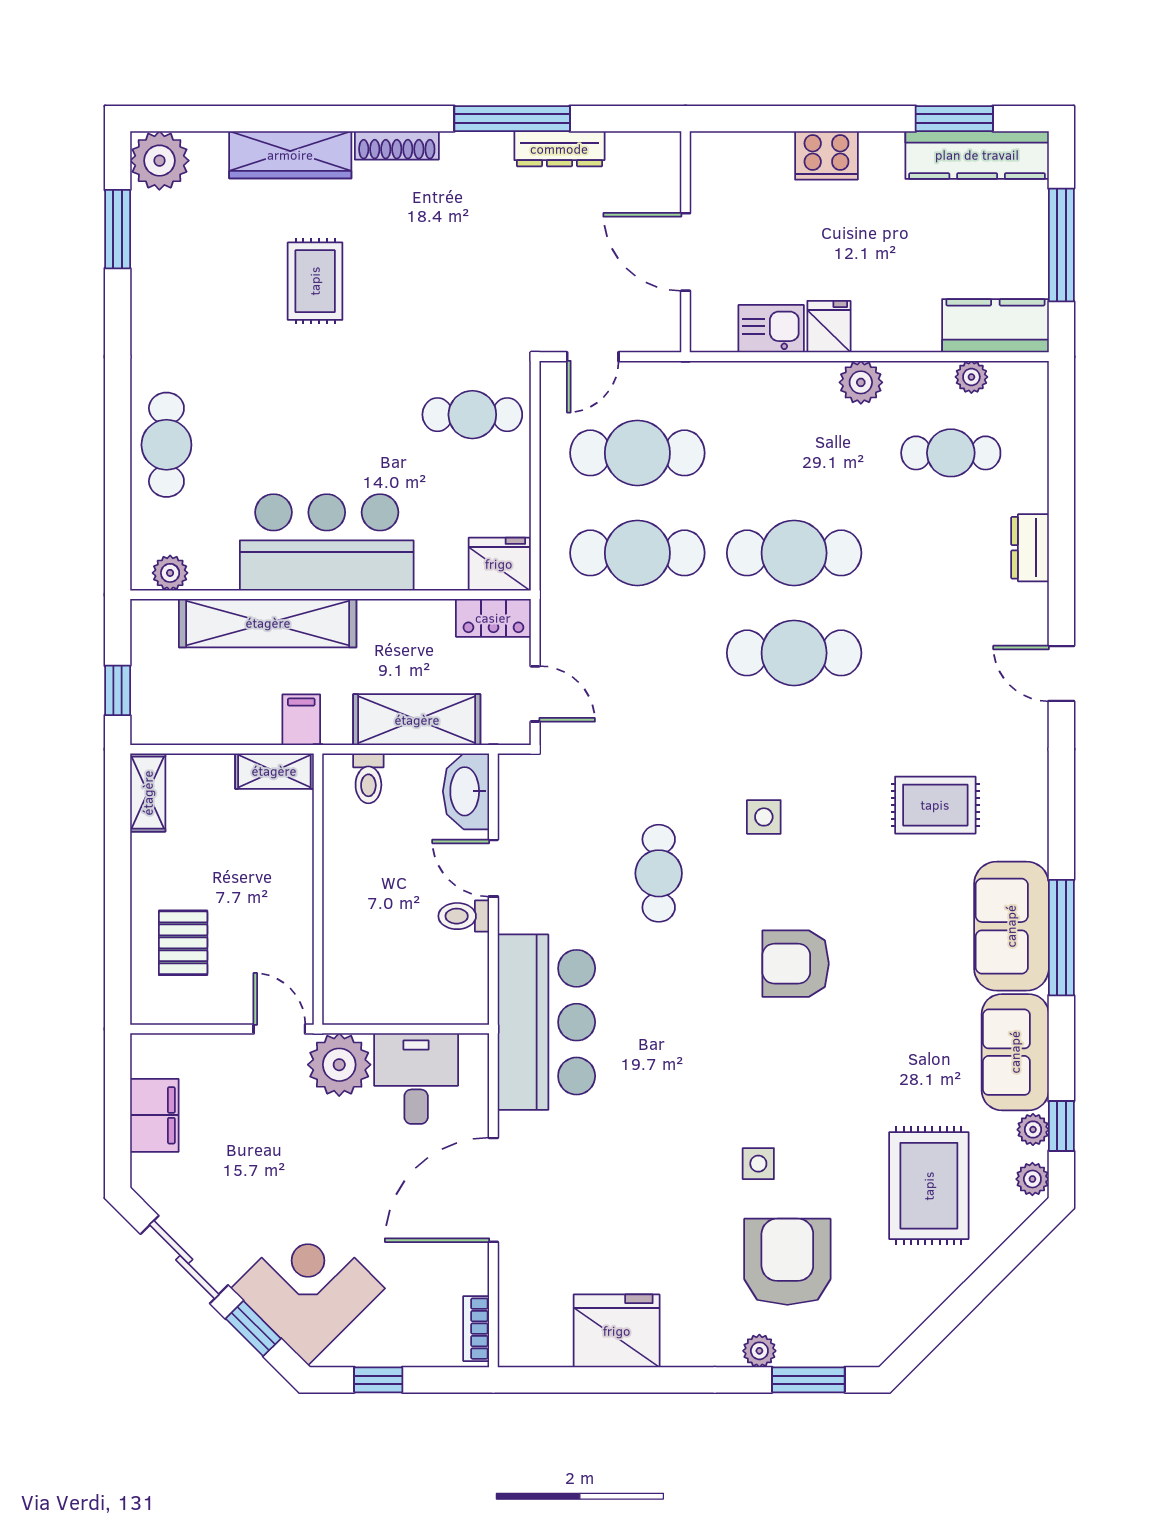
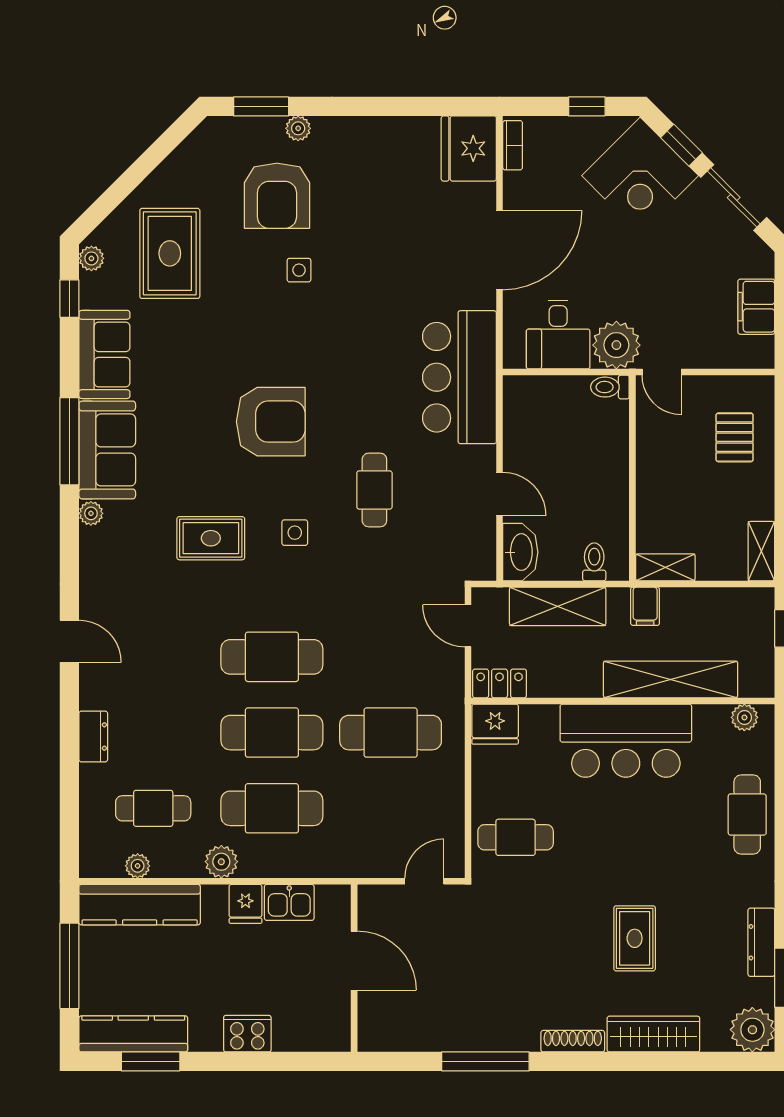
dresser: (559, 149) -> (761, 942), moved, turned -90
kitchen counter: (995, 326) -> (140, 905), width x1.50
cafe table: (637, 453) -> (272, 808), moved
rug: (935, 805) -> (211, 538), moved
toilet: (464, 916) -> (610, 387), moved, turned 180
armchair: (796, 964) -> (271, 422), width x1.36, depth x1.36
plant: (1033, 1130) -> (91, 513), moved
fridge: (617, 1331) -> (469, 148), moved, turned 90

